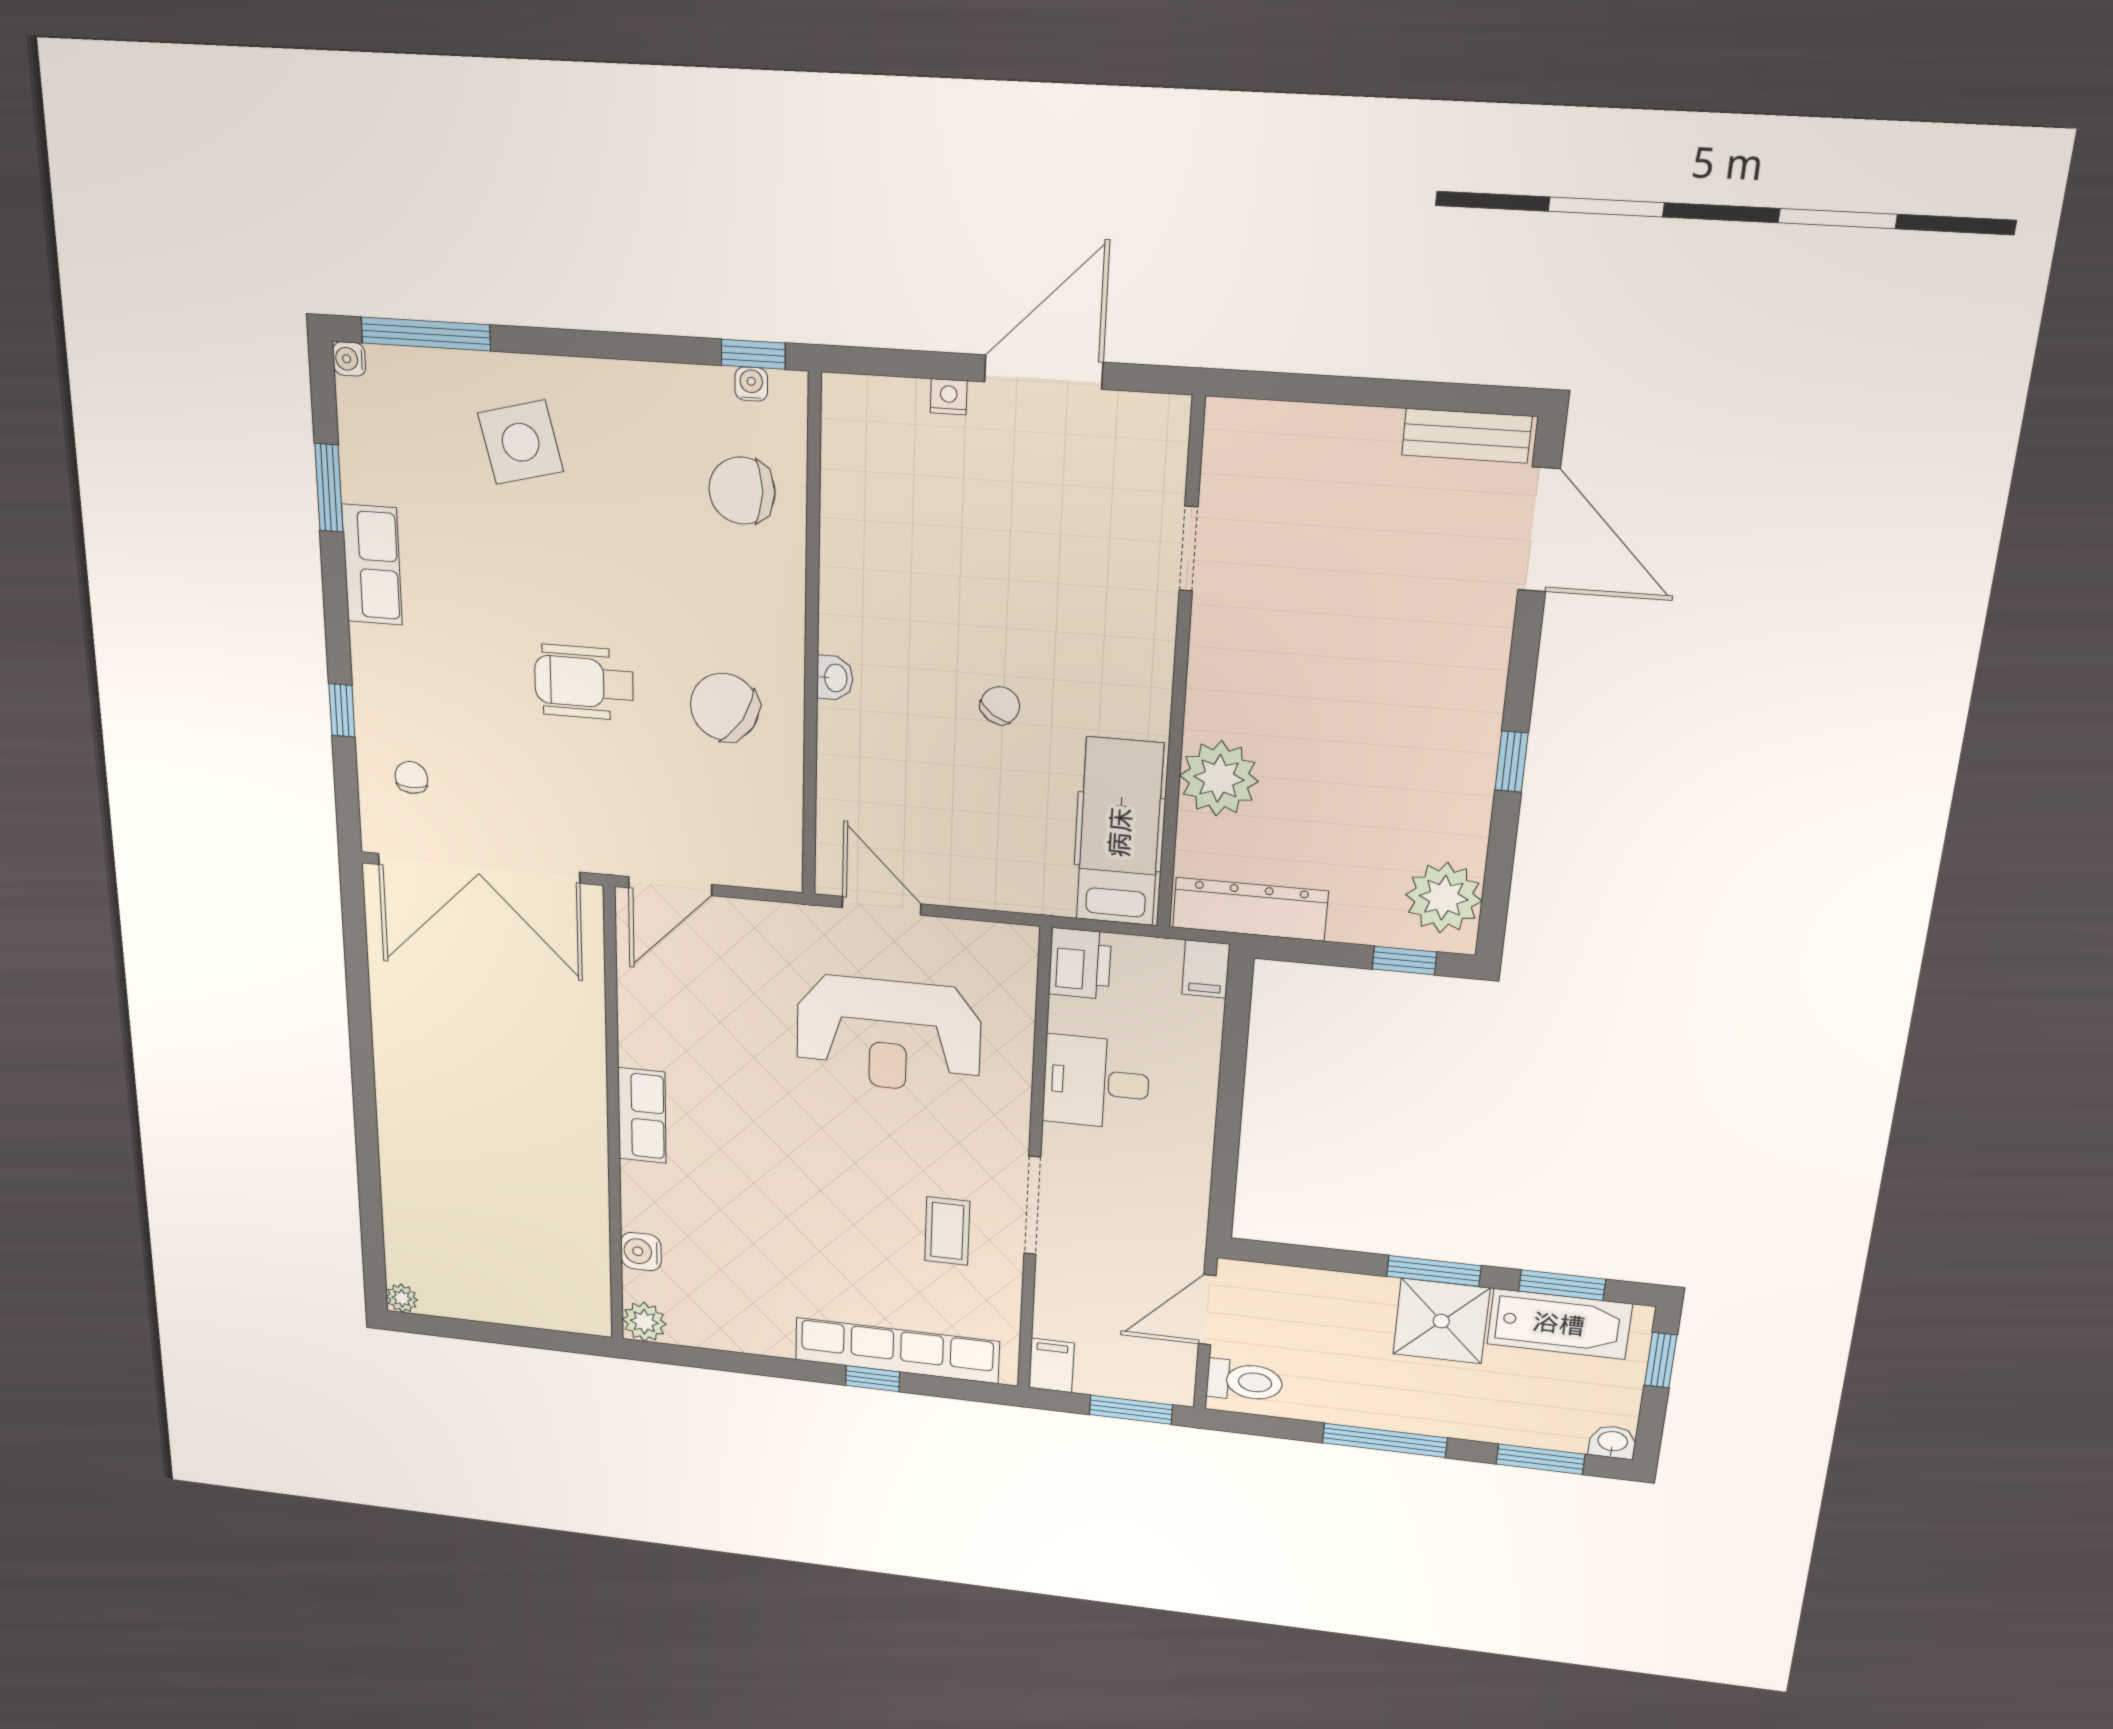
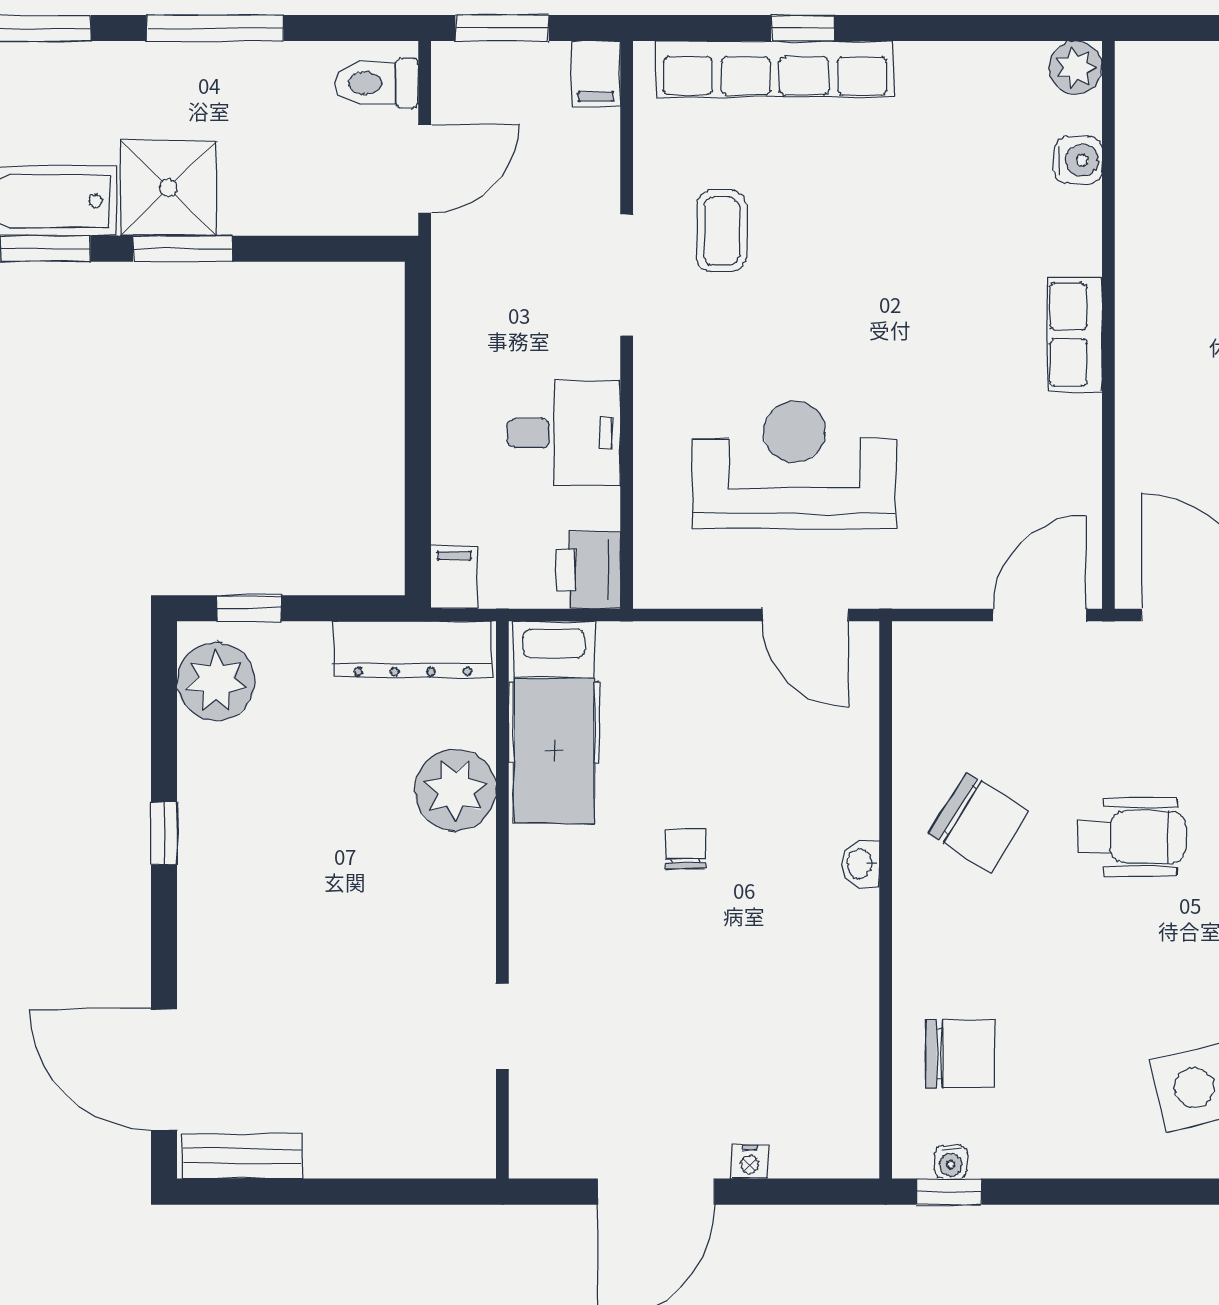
chair: (1000, 705) -> (686, 849), turned 146

